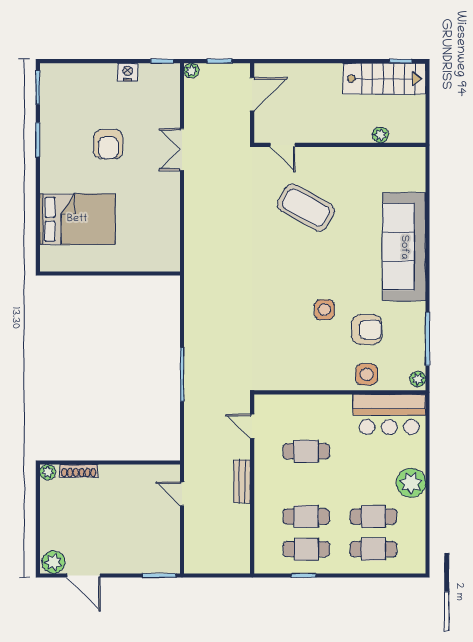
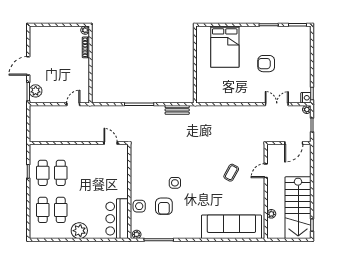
nightstand: (128, 72) -> (306, 98), moved
stairs: (384, 79) -> (298, 208), width x1.36, depth x1.51
door: (252, 94) -> (294, 143), hinge flipped
door: (283, 145) -> (266, 171), moved
double door: (182, 149) -> (277, 104), moved
coffee table: (306, 208) -> (231, 173), width x0.54, depth x0.58
sofa: (404, 247) -> (231, 227), moved
door: (252, 426) -> (111, 143), hinge flipped
cafe table: (306, 451) -> (97, 173), removed
bench: (242, 481) -> (177, 110), moved
plant: (53, 562) -> (36, 91), moved
door: (83, 575) -> (28, 66), moved

